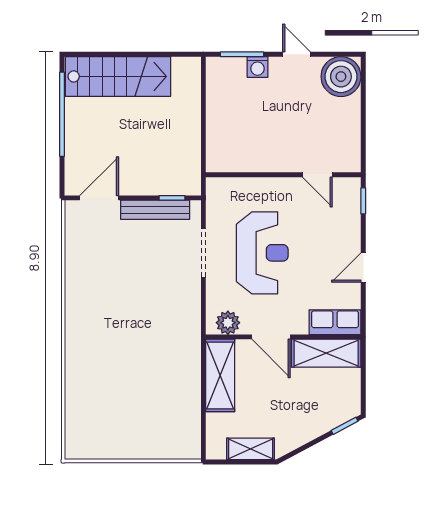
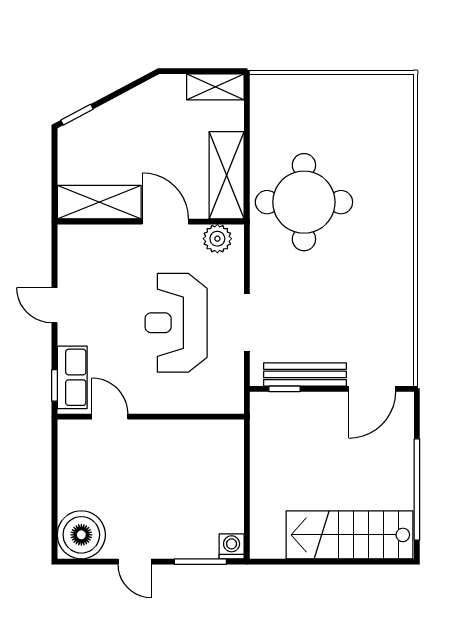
washing machine: (258, 67) -> (232, 546), moved
door: (363, 268) -> (55, 305), swing flipped
row of seats: (335, 322) -> (72, 377), moved, turned -90
round table: (156, 353) -> (304, 202), added
shelving: (251, 449) -> (215, 87), moved

